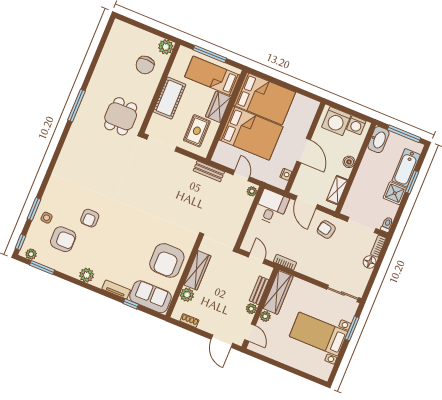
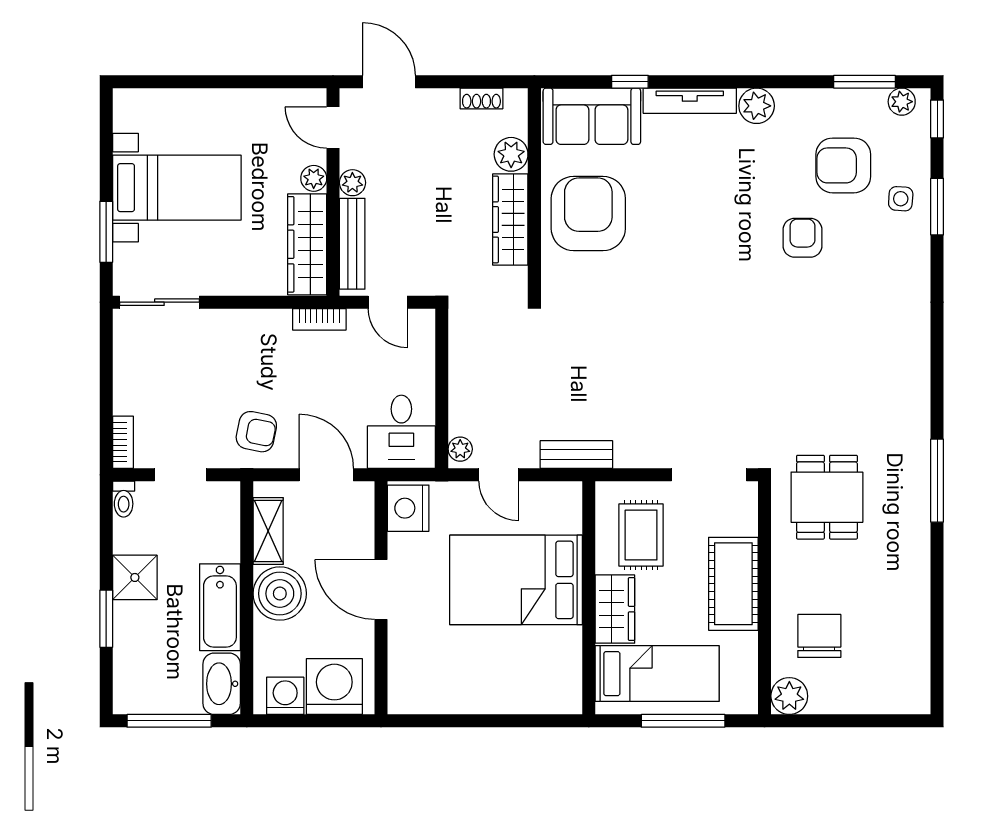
bed: (265, 99) -> (518, 671), removed
boiler: (349, 162) -> (280, 594), width x1.86, depth x1.86
bathtub: (406, 168) -> (220, 607), moved, turned 180
nightstand: (286, 174) -> (408, 508), width x1.89, depth x1.79
doorway: (362, 225) -> (180, 475), width x0.73
floor lamp: (370, 262) -> (128, 398), removed
tv unit: (116, 290) -> (690, 101), width x1.41
bench: (259, 290) -> (352, 244), width x1.36

